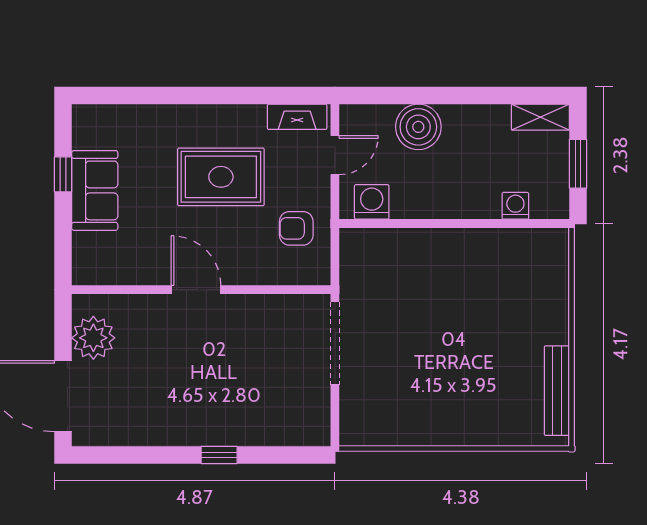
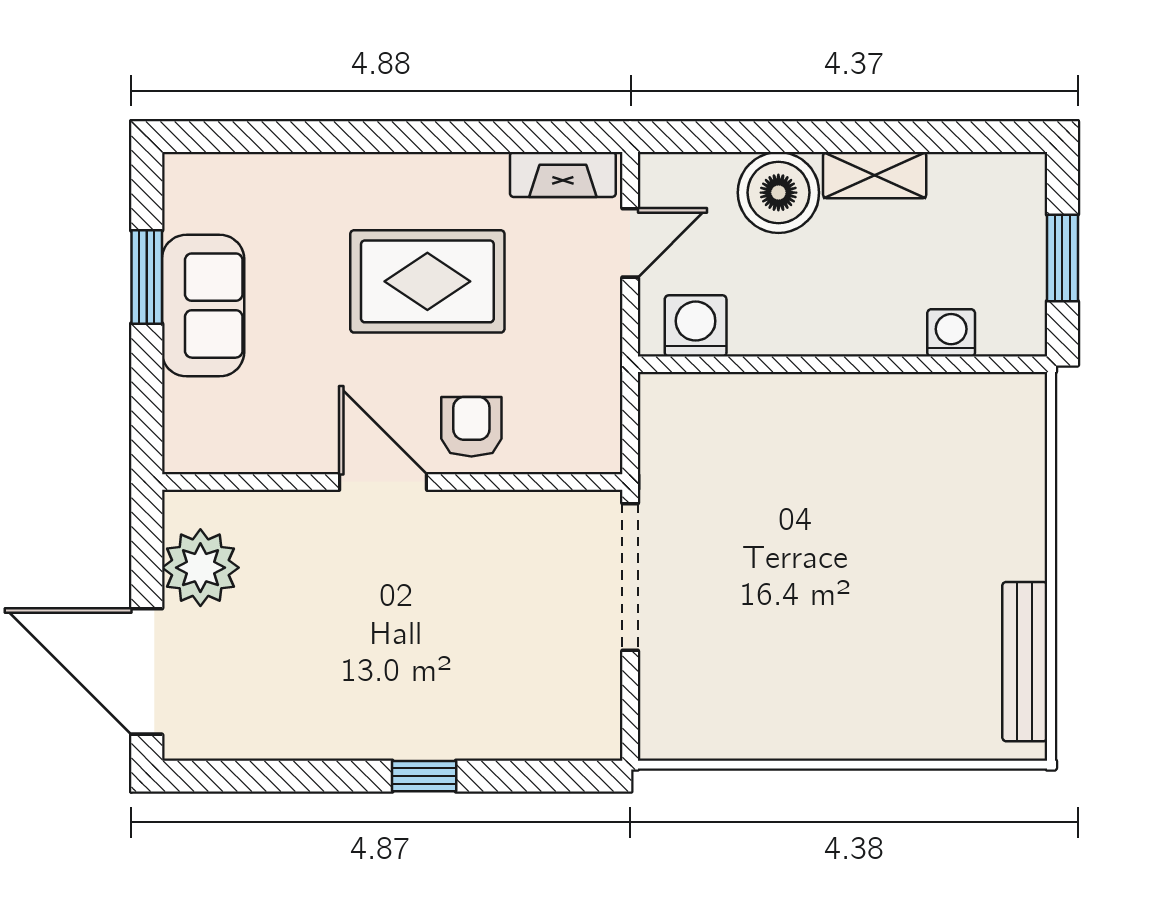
shelving: (540, 117) -> (875, 175), moved
window: (63, 174) -> (147, 277), width x1.50
armchair: (296, 228) -> (471, 427), moved, turned 90

